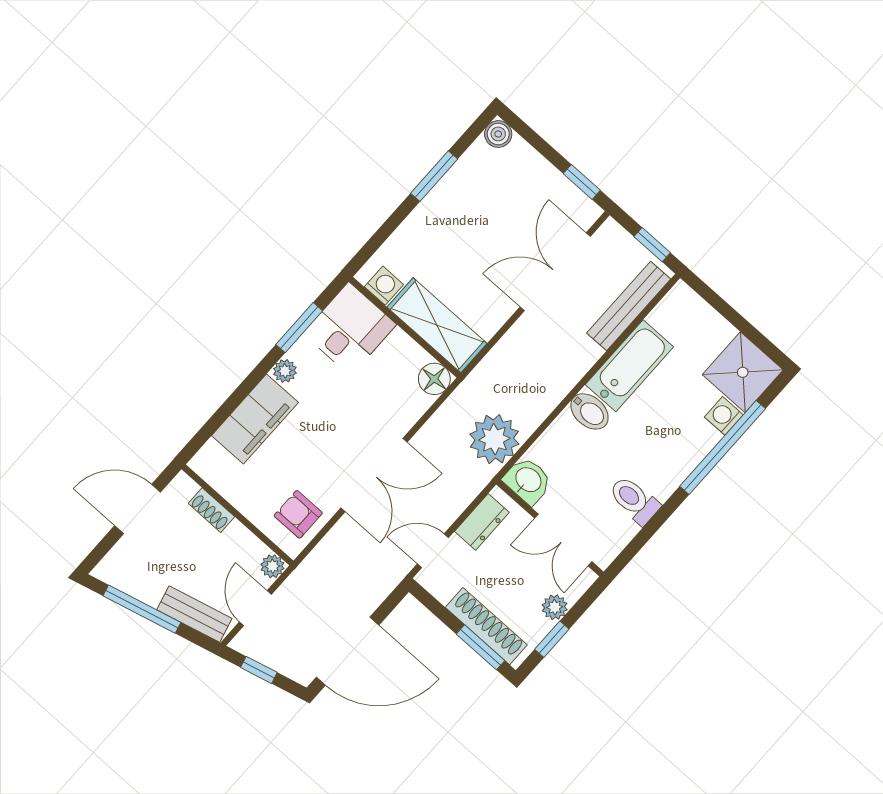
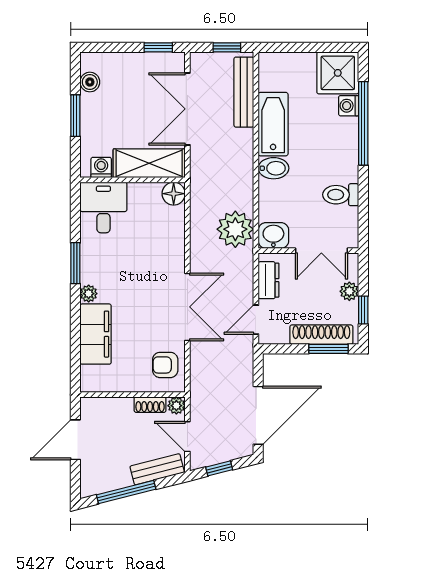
boiler: (498, 134) -> (90, 82), moved
washing machine: (384, 286) -> (101, 167), moved
shelving: (437, 325) -> (149, 163), moved
wall: (405, 327) -> (133, 180), moved
desk: (350, 329) -> (103, 207), moved
floor lamp: (434, 379) -> (174, 194), moved
shoe rack: (211, 510) -> (150, 405), moved

